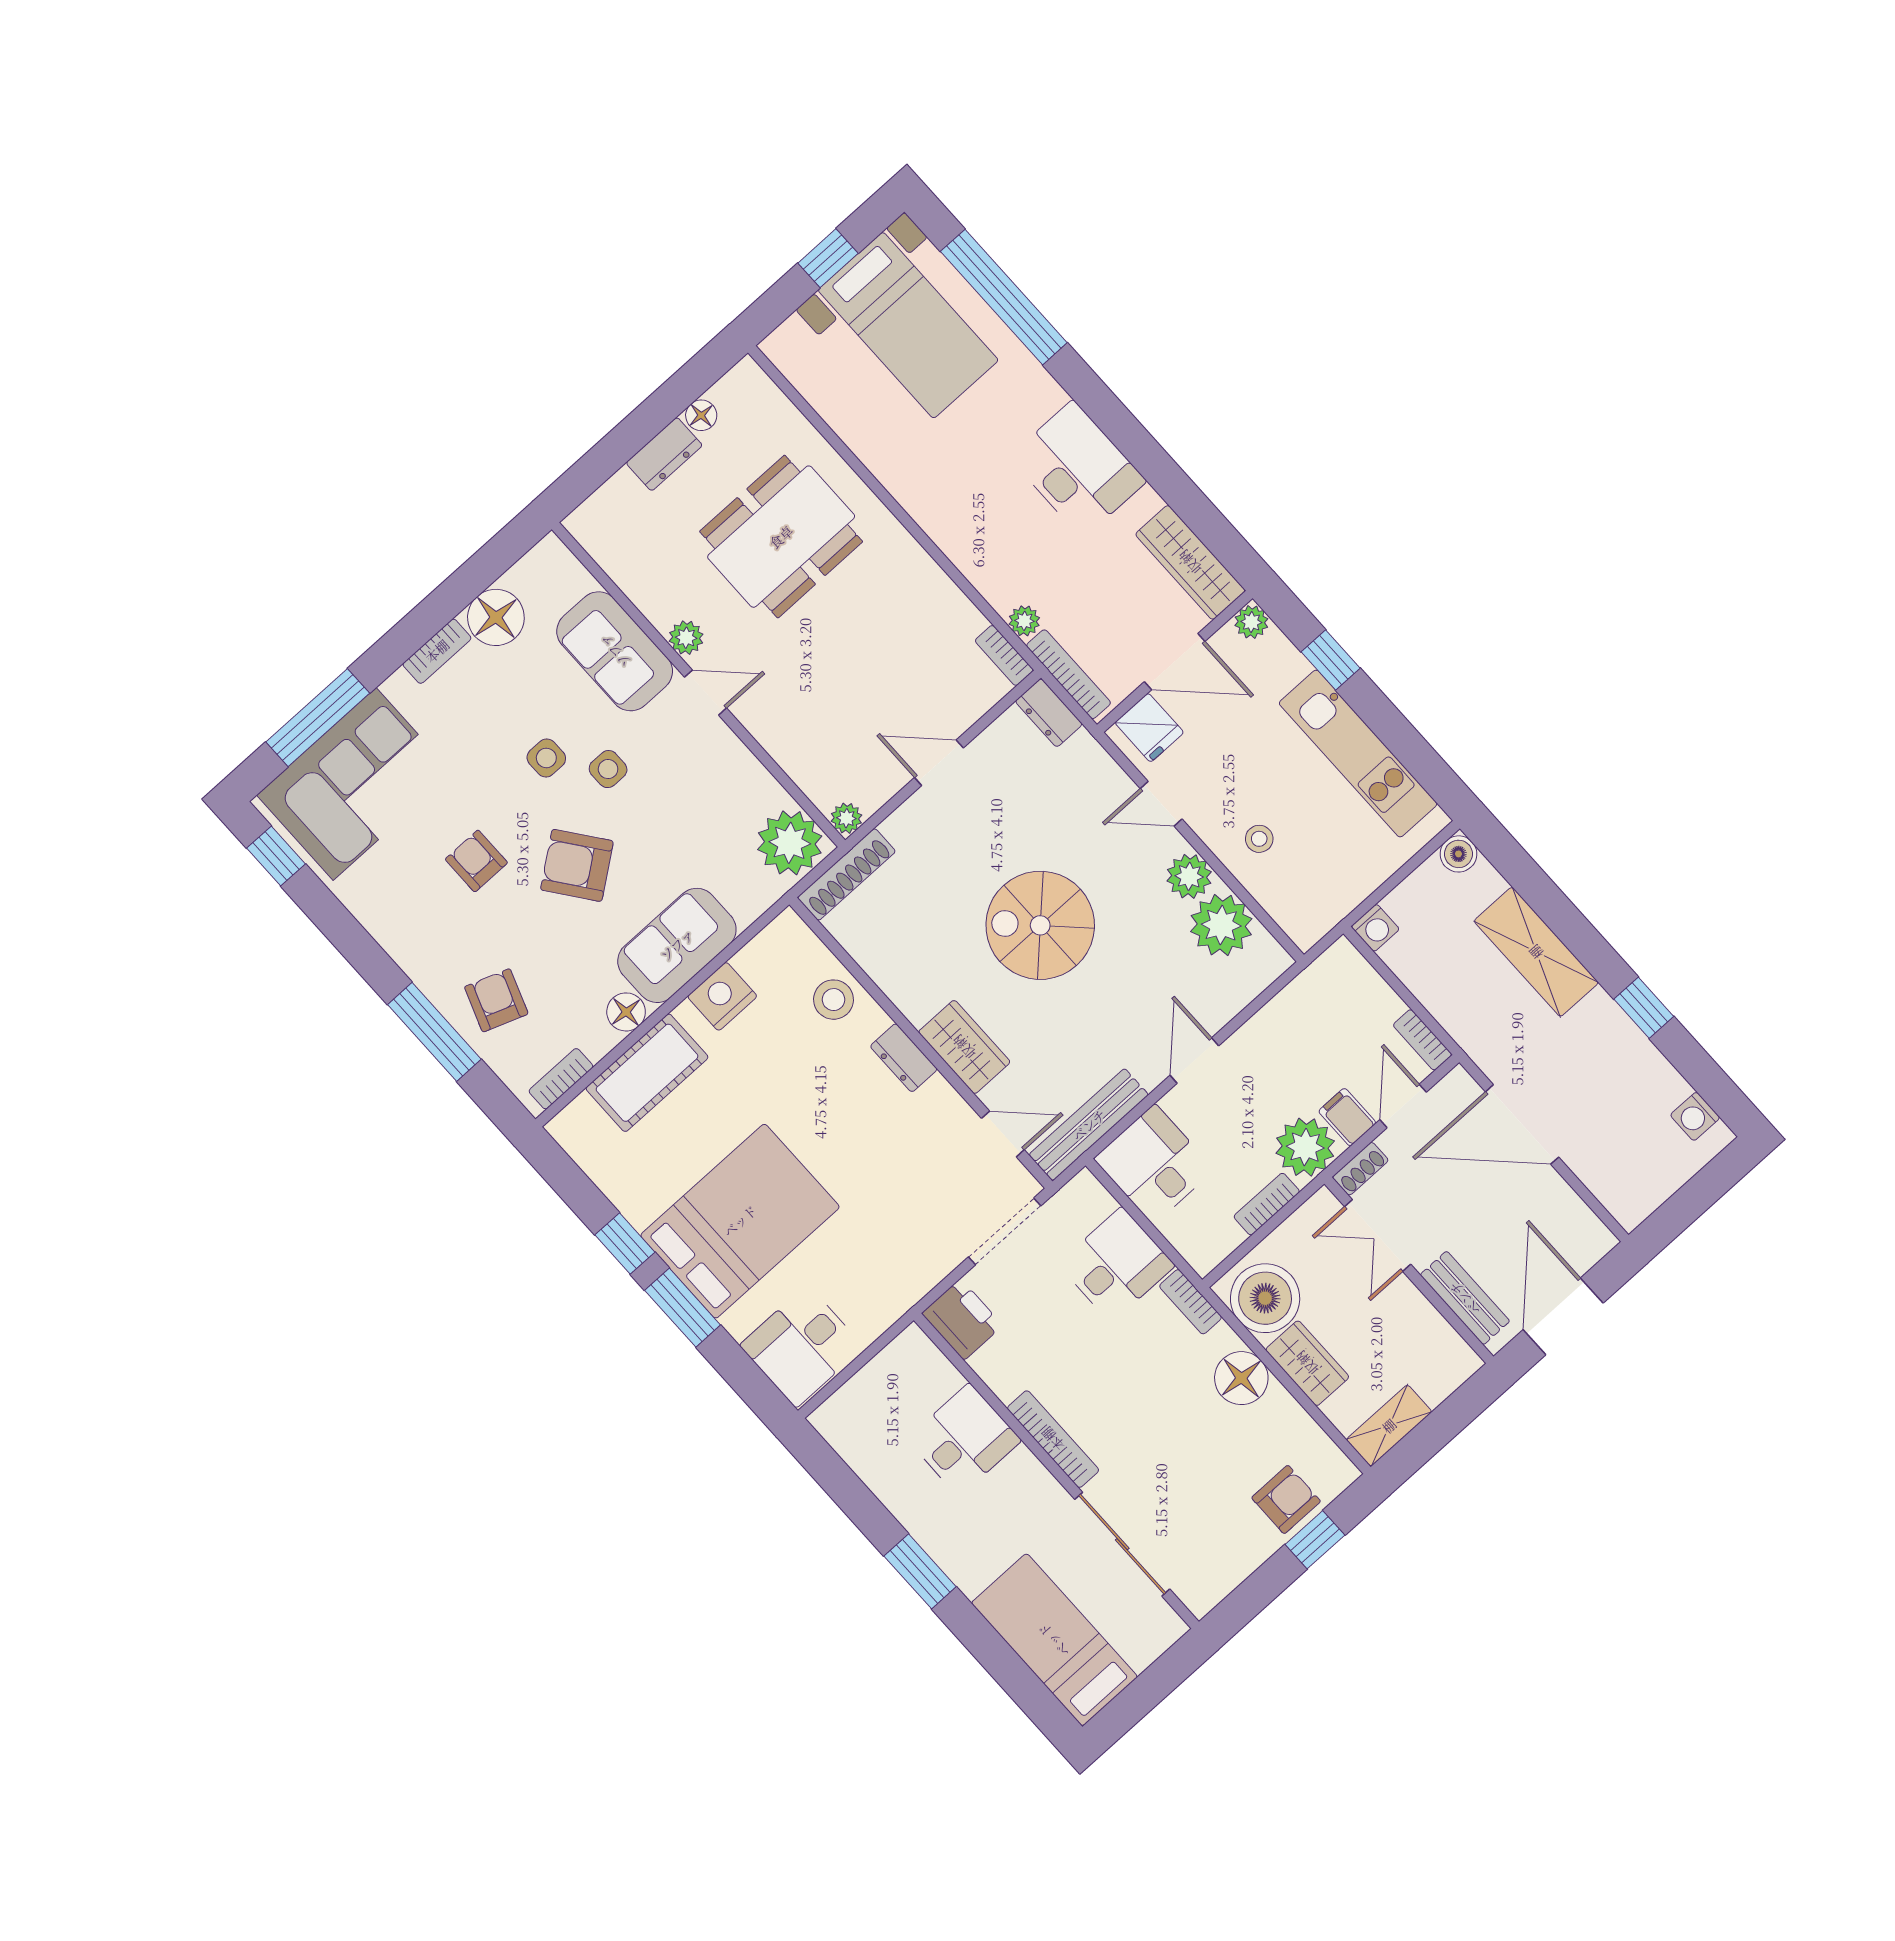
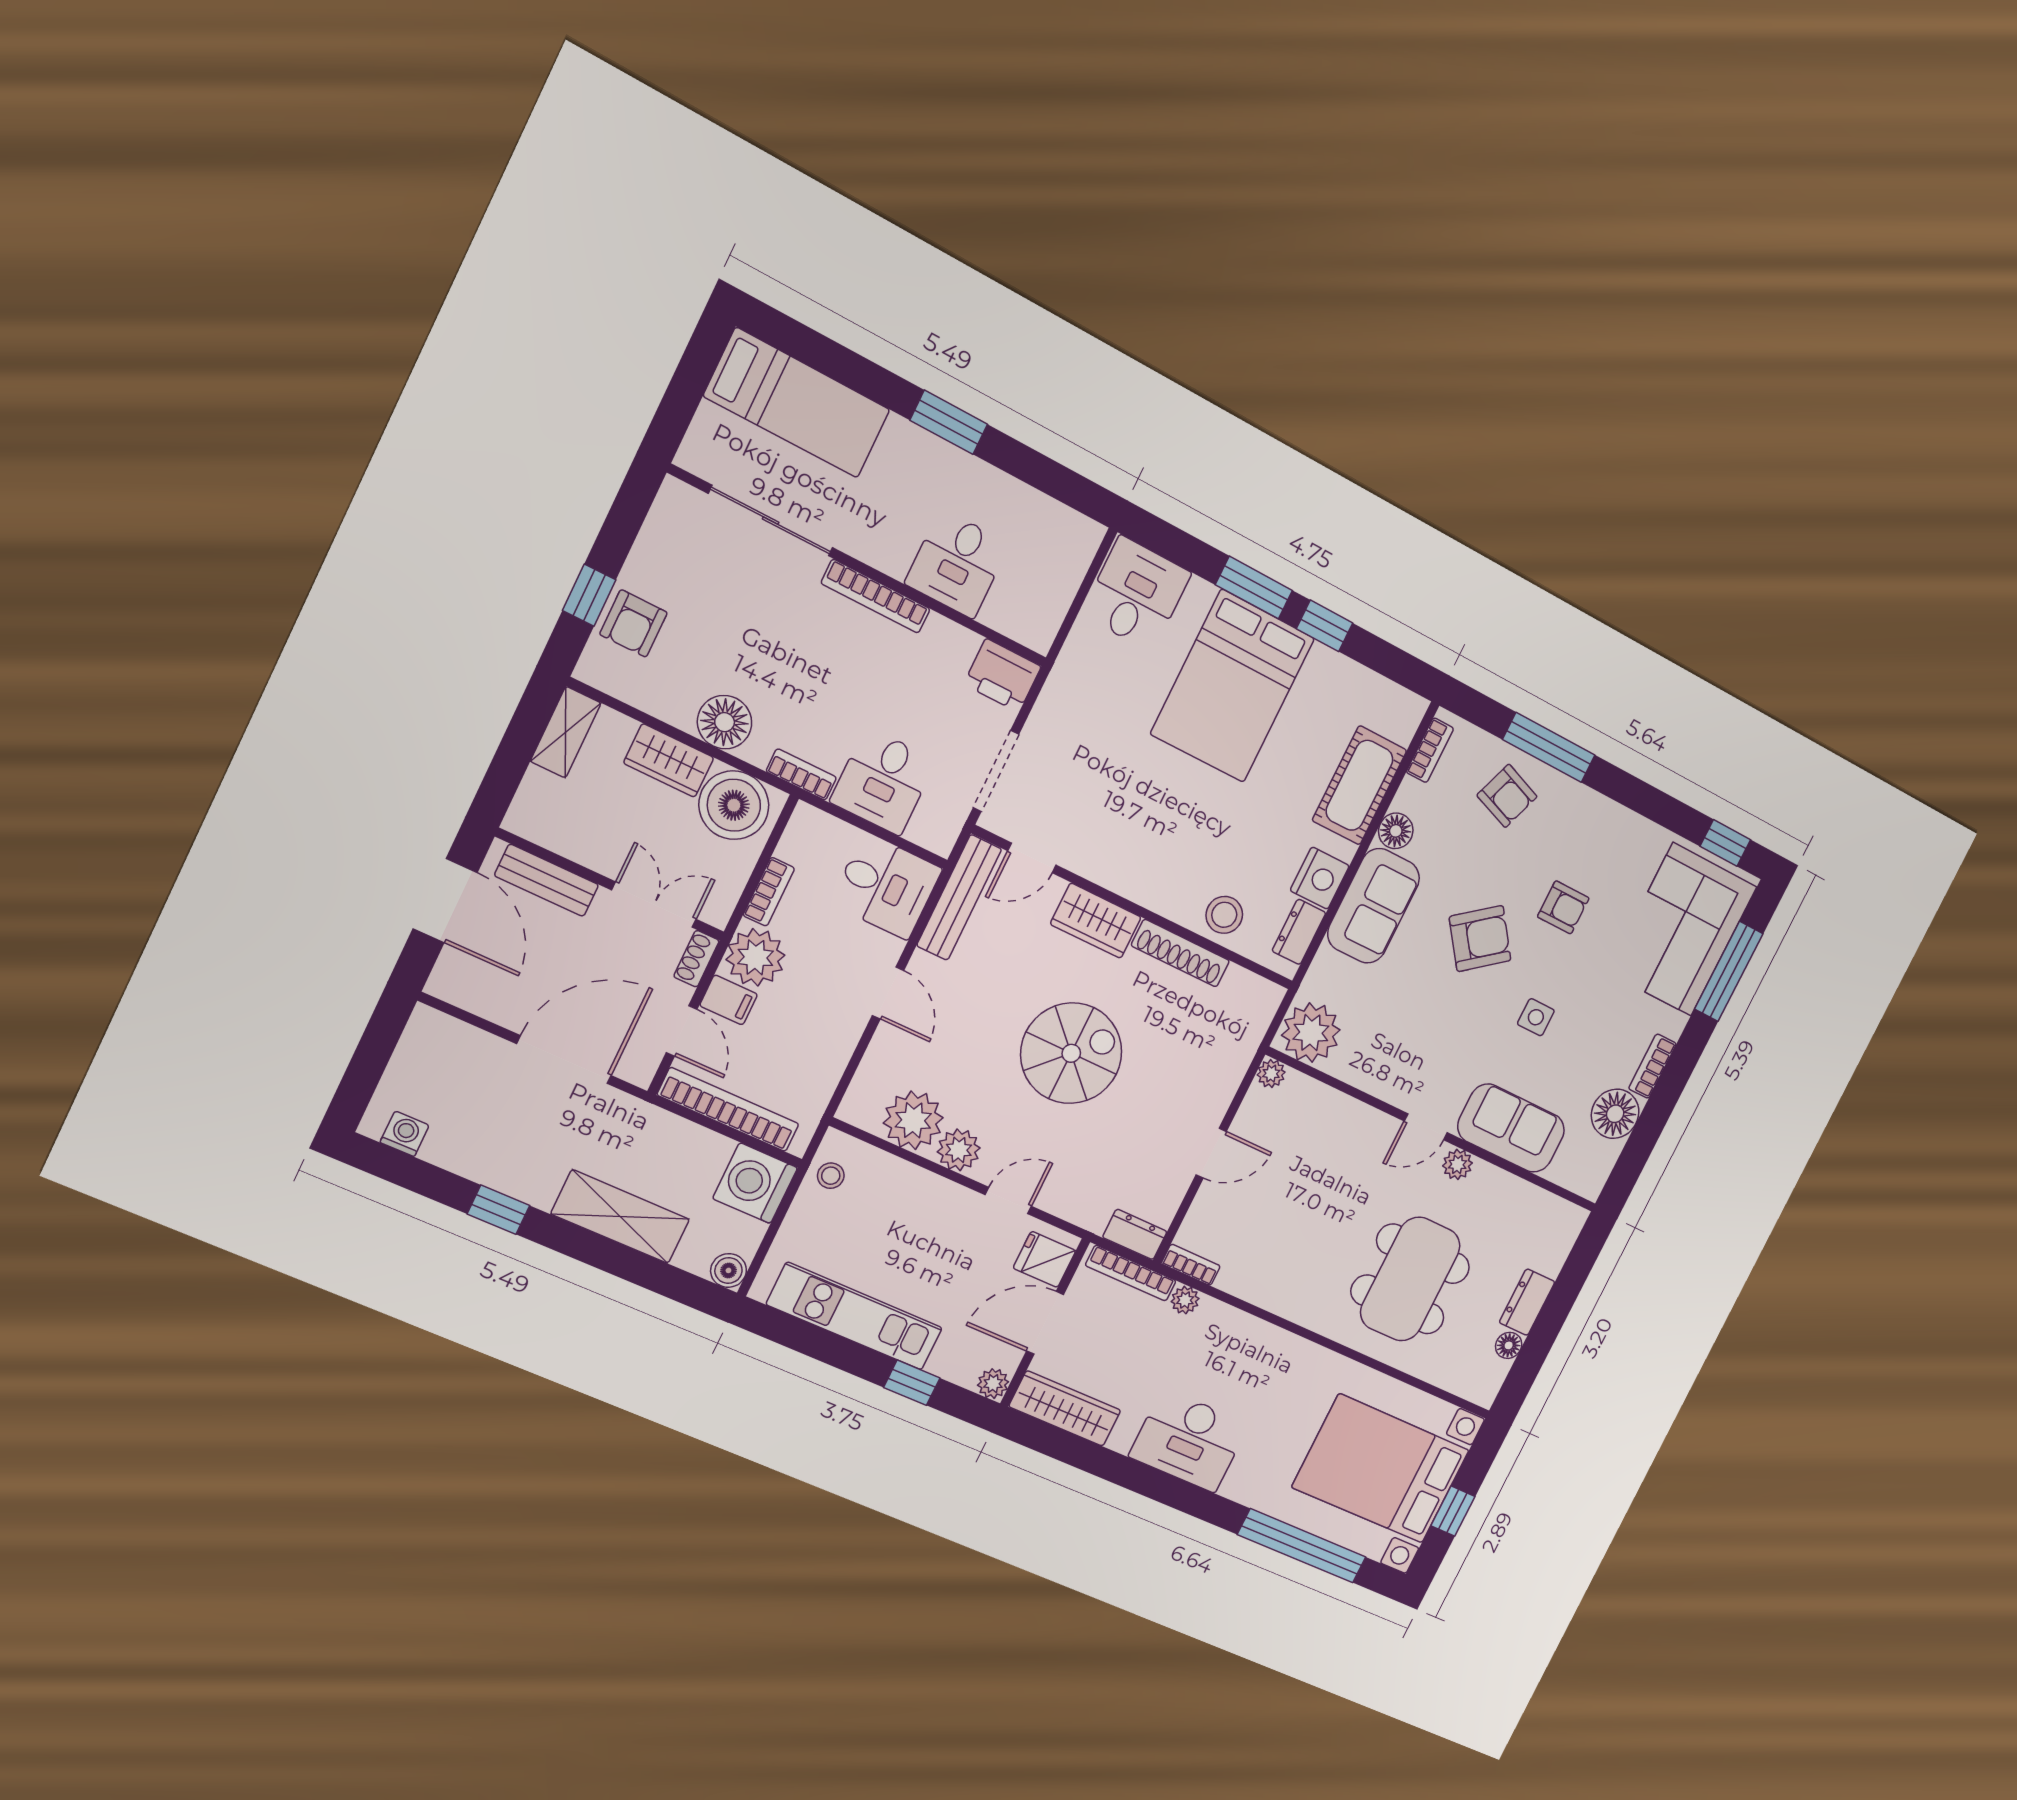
bed with nightstands: (908, 325) -> (1381, 1469), width x1.36
side table: (608, 769) -> (1483, 1030), removed
stool: (1259, 839) -> (831, 1176), moved
shoe rack: (846, 874) -> (1180, 953), moved, turned -90
washing machine: (1375, 928) -> (755, 1183), width x1.89, depth x1.89
bookcase: (1422, 1040) -> (728, 1109), width x2.31, depth x1.31
dresser: (904, 1058) -> (1299, 932), moved, turned -90

